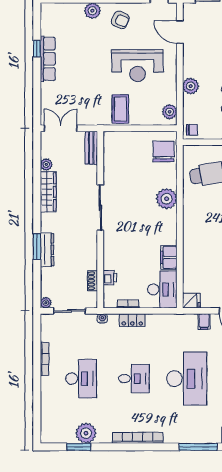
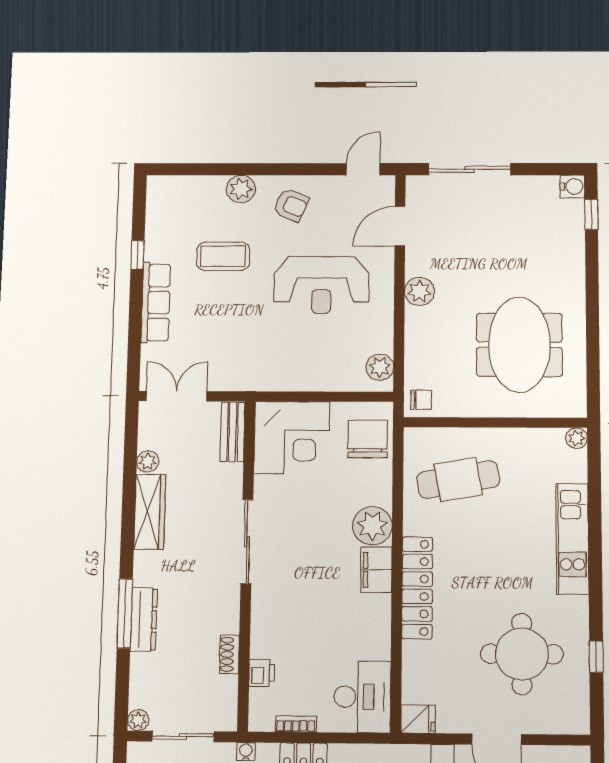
door: (180, 32) -> (400, 226), hinge flipped
row of seats: (48, 59) -> (156, 302), moved
plant: (191, 86) -> (419, 291), moved
coffee table: (120, 109) -> (223, 256), moved, turned 90
corner desk: (123, 151) -> (292, 438), added
locker: (190, 232) -> (417, 588), added
window: (37, 247) -> (125, 613), width x1.44
filing cabinet: (169, 257) -> (376, 570), moved
shoe rack: (93, 281) -> (229, 654), moved

